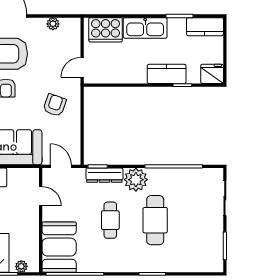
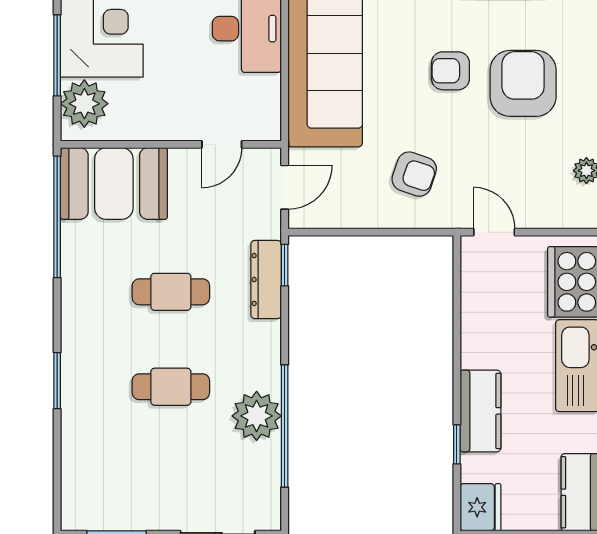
plant: (136, 180) -> (257, 416), moved
cafe table: (155, 220) -> (171, 387), width x0.73, depth x0.74
plant: (21, 266) -> (84, 104), width x1.88, depth x1.88

